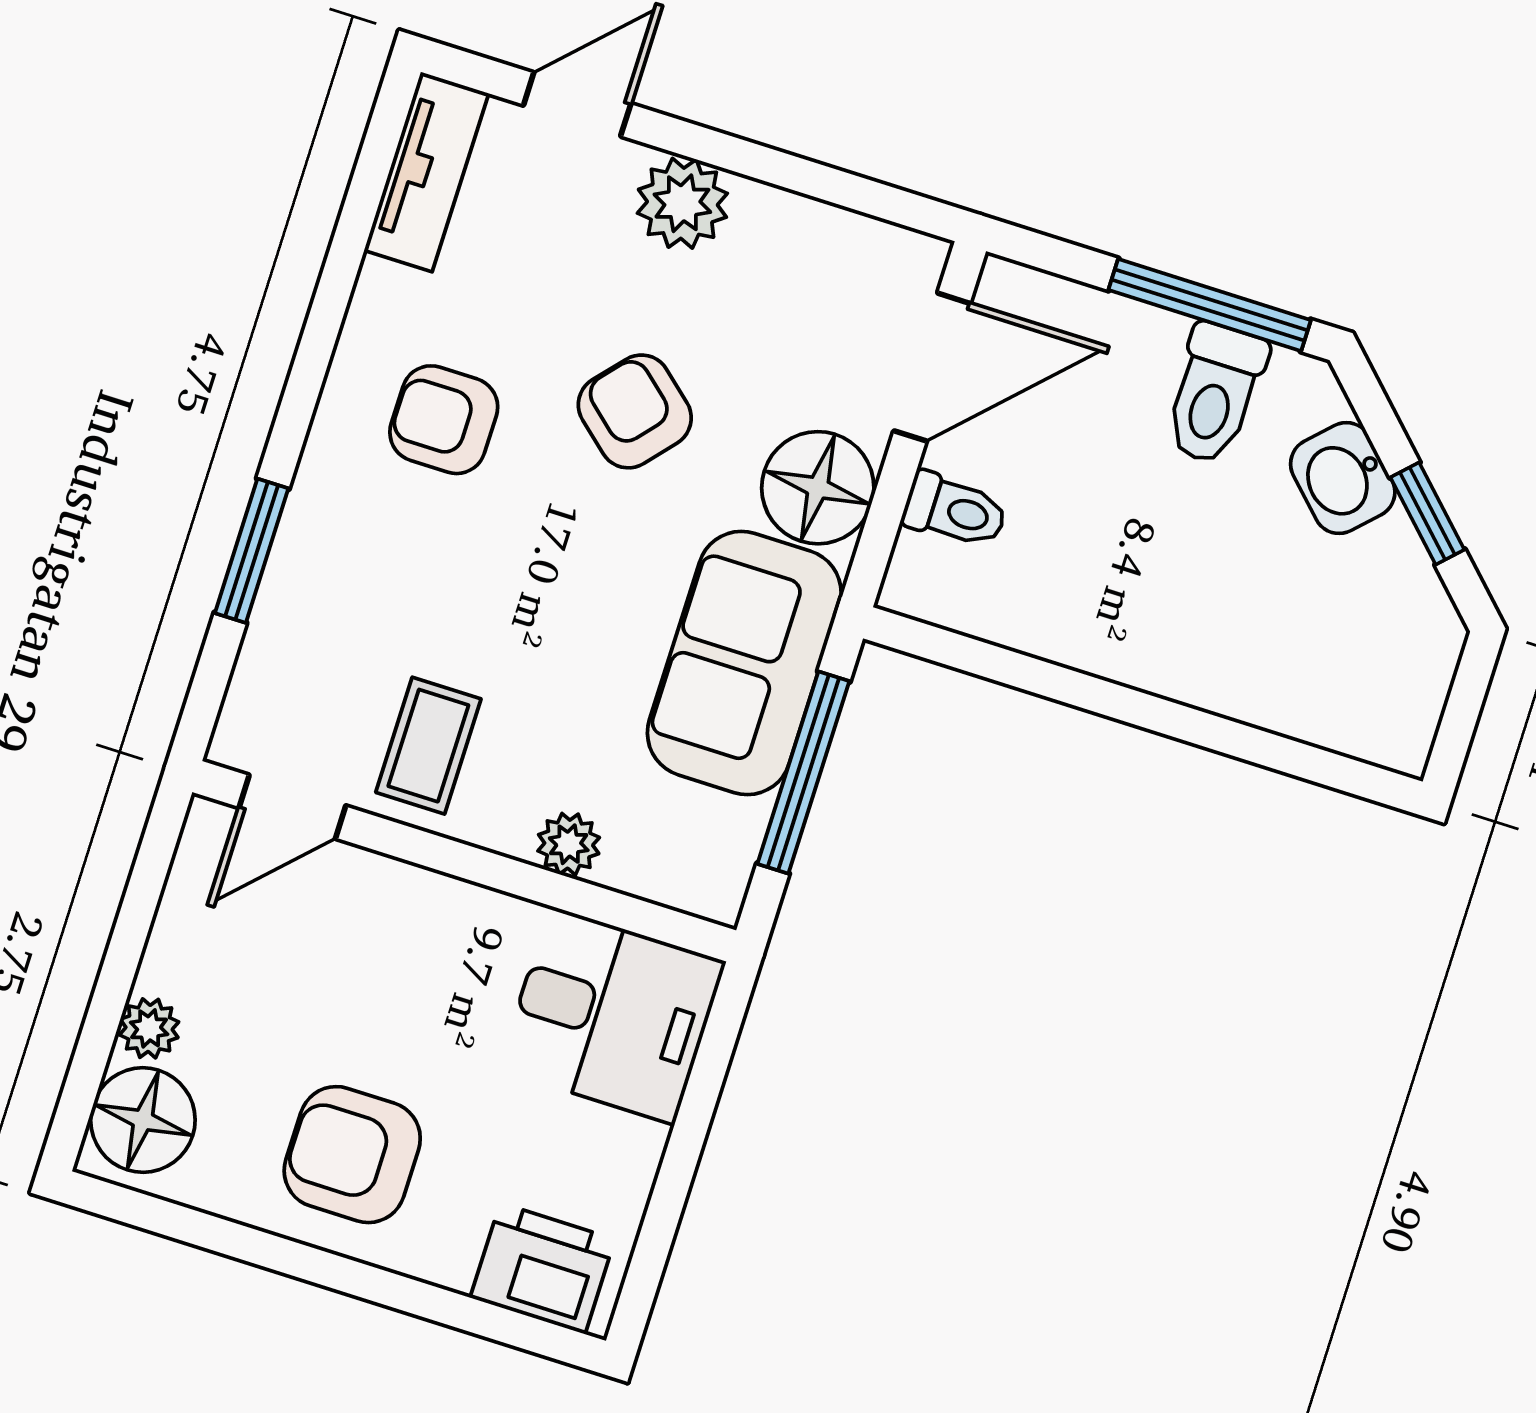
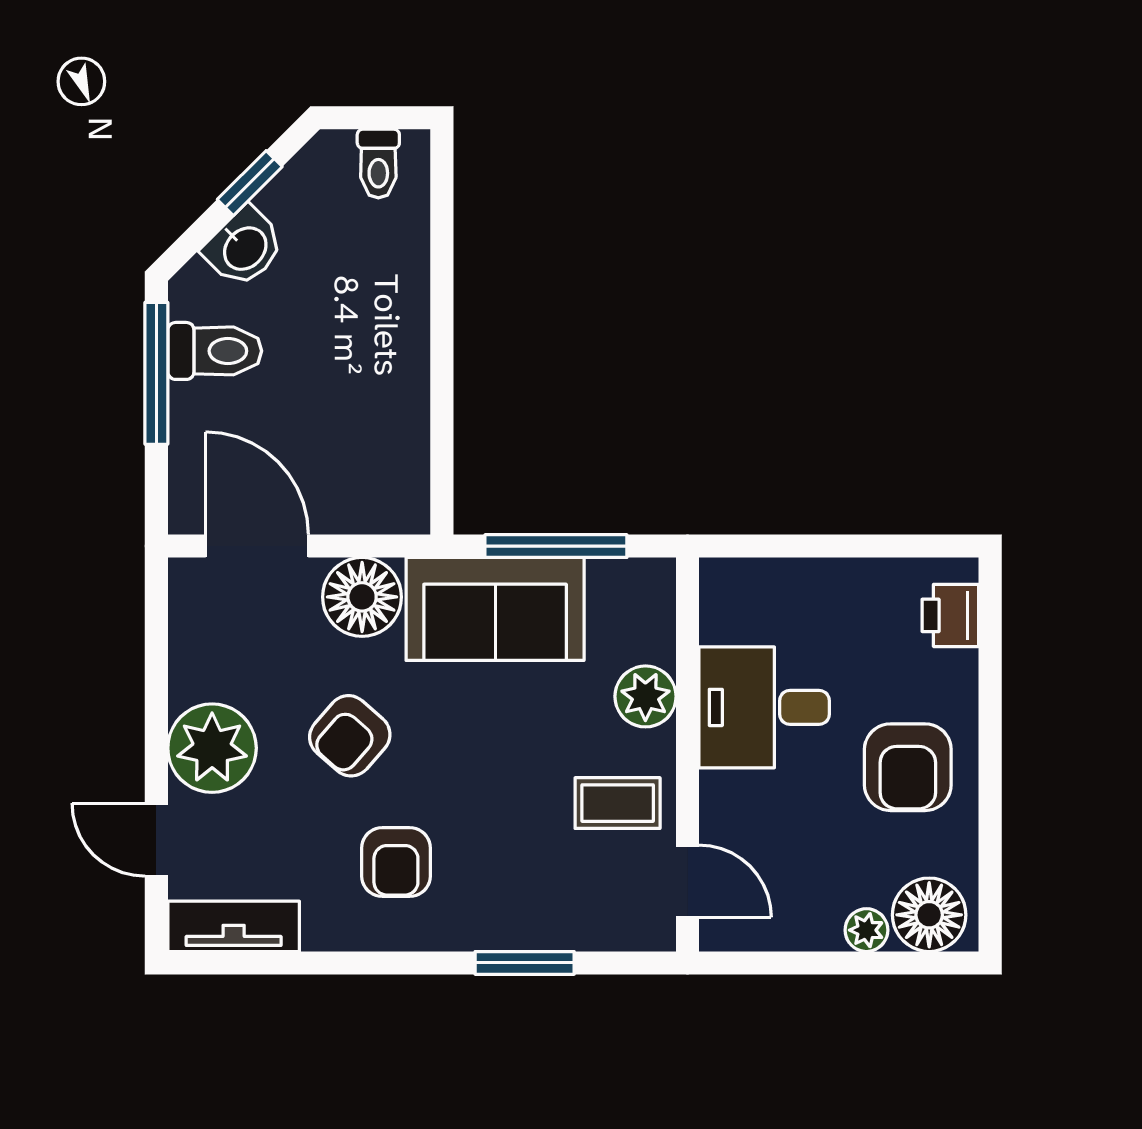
plant: (682, 203) -> (212, 748), width x1.36, depth x1.36
toilet: (955, 510) -> (378, 164), moved, turned 180
plant: (569, 844) -> (645, 696), width x1.38, depth x1.38
desk: (612, 1015) -> (764, 707), moved, turned -90
printer: (543, 1268) -> (950, 615), width x0.73, depth x0.81

